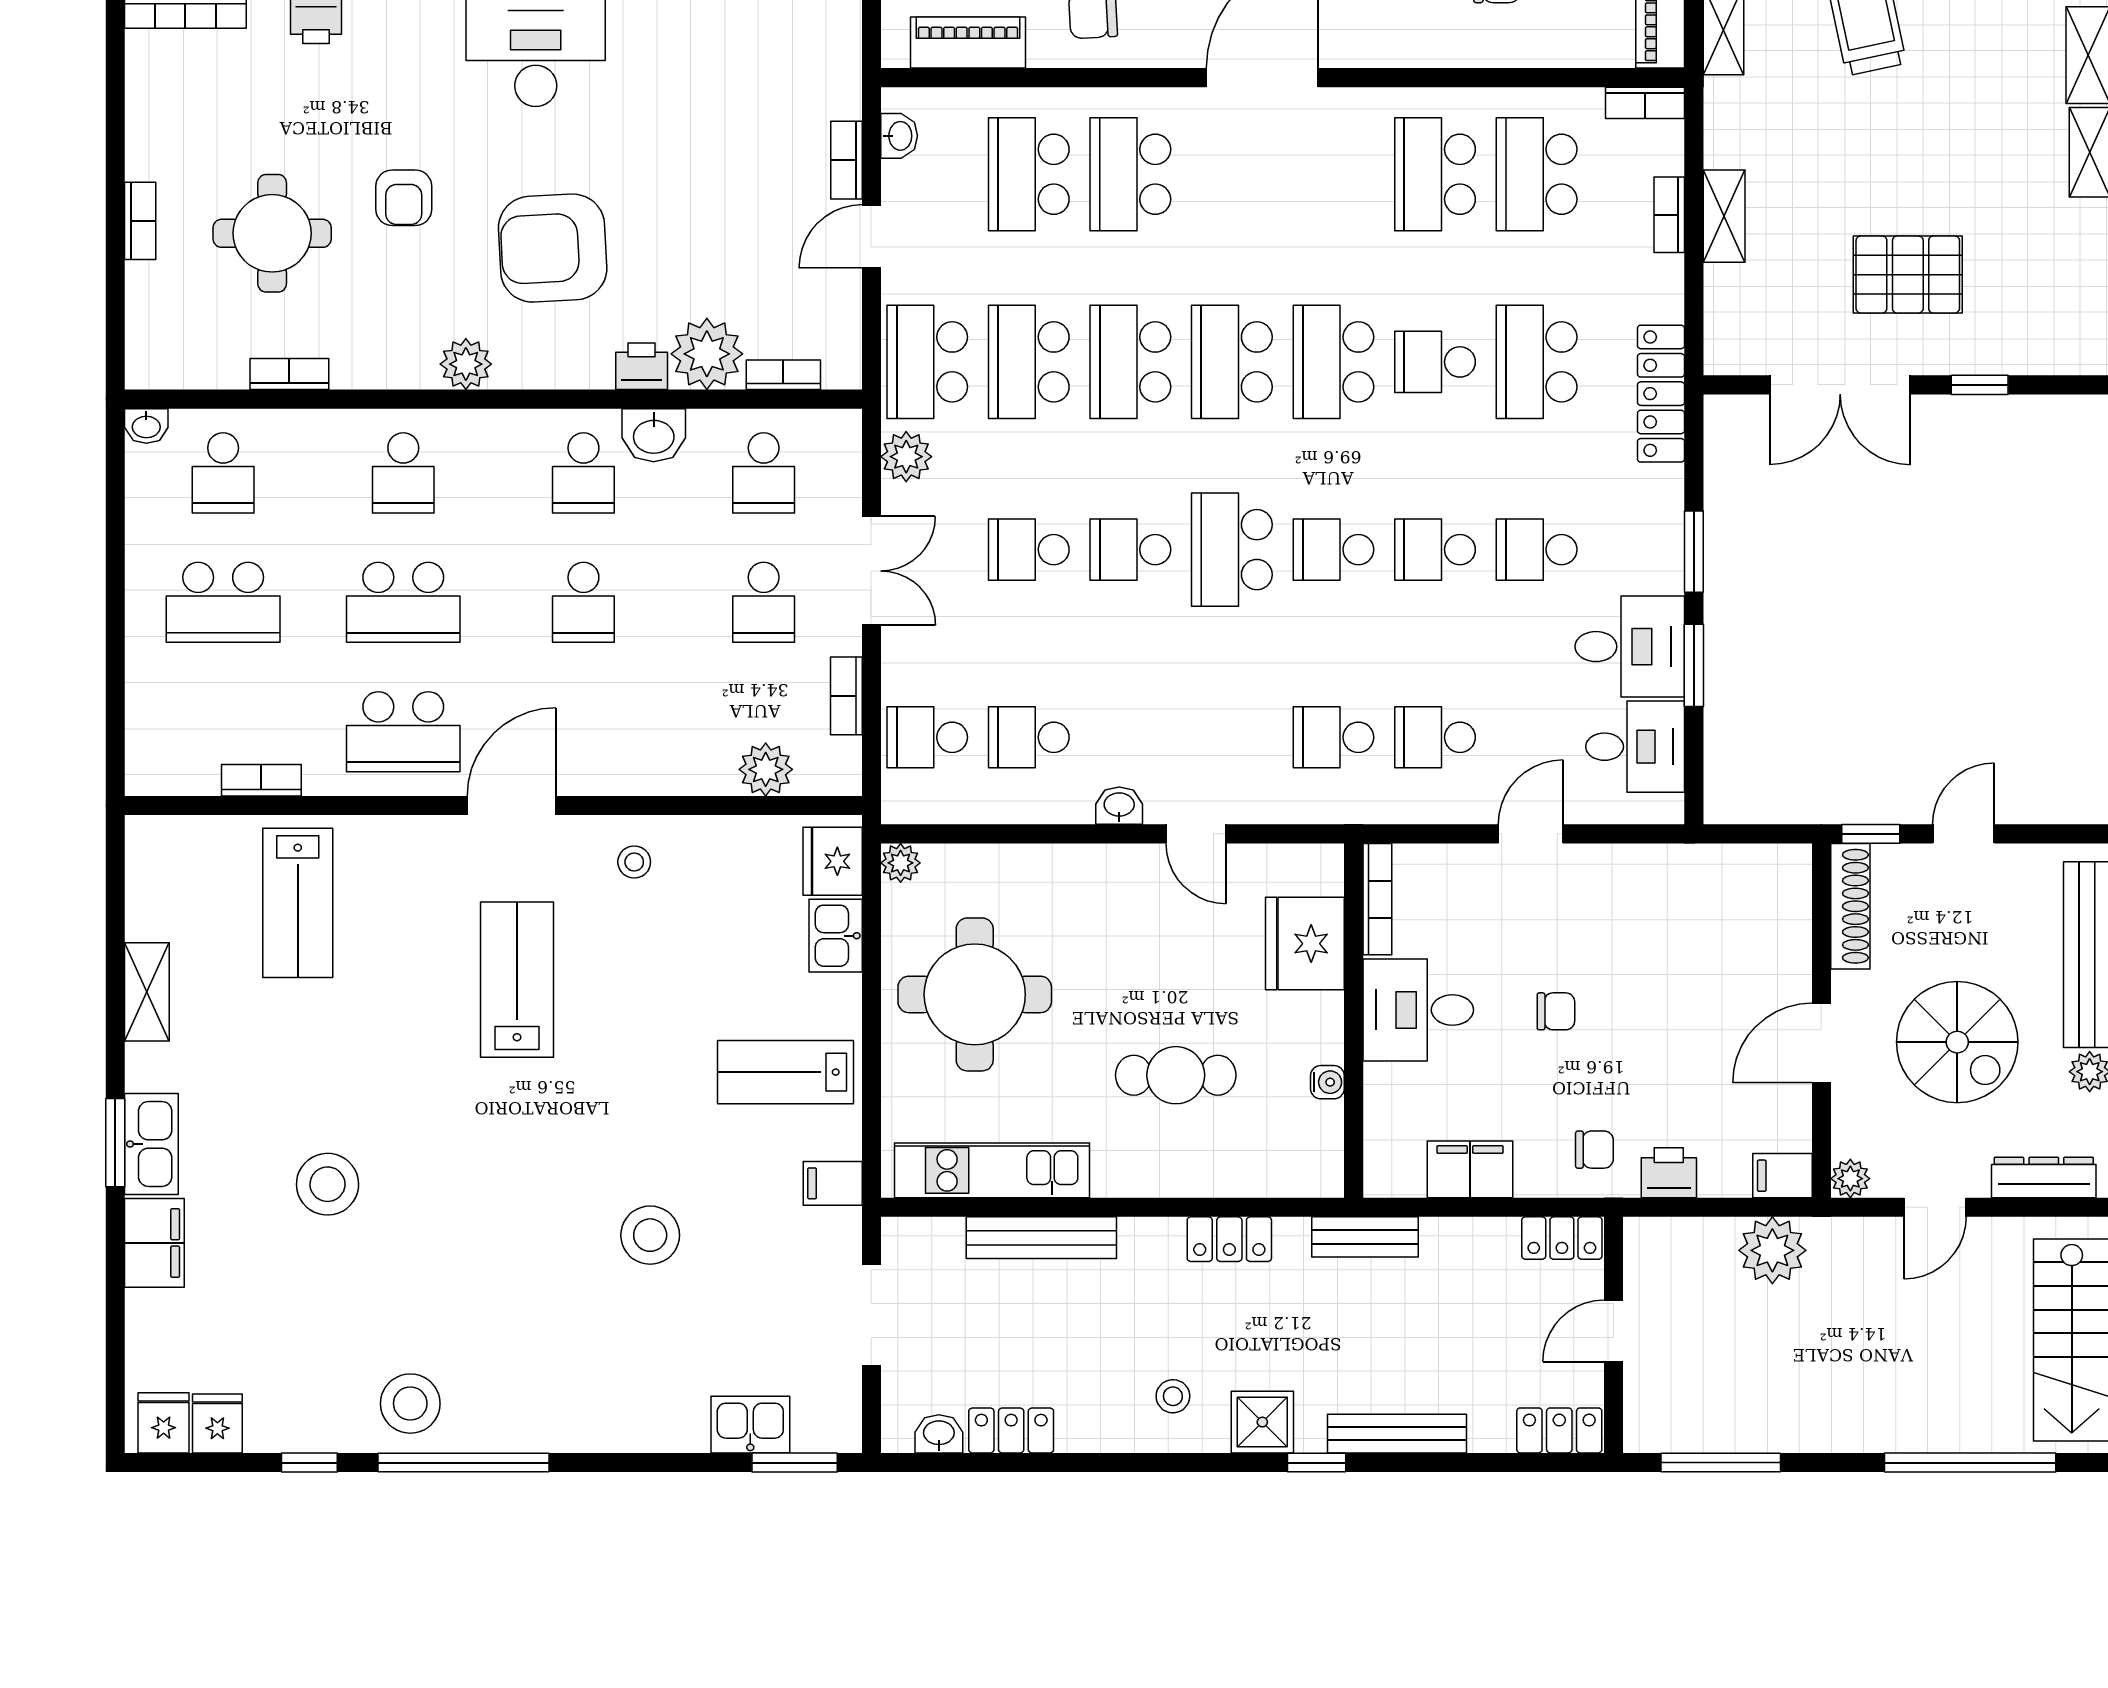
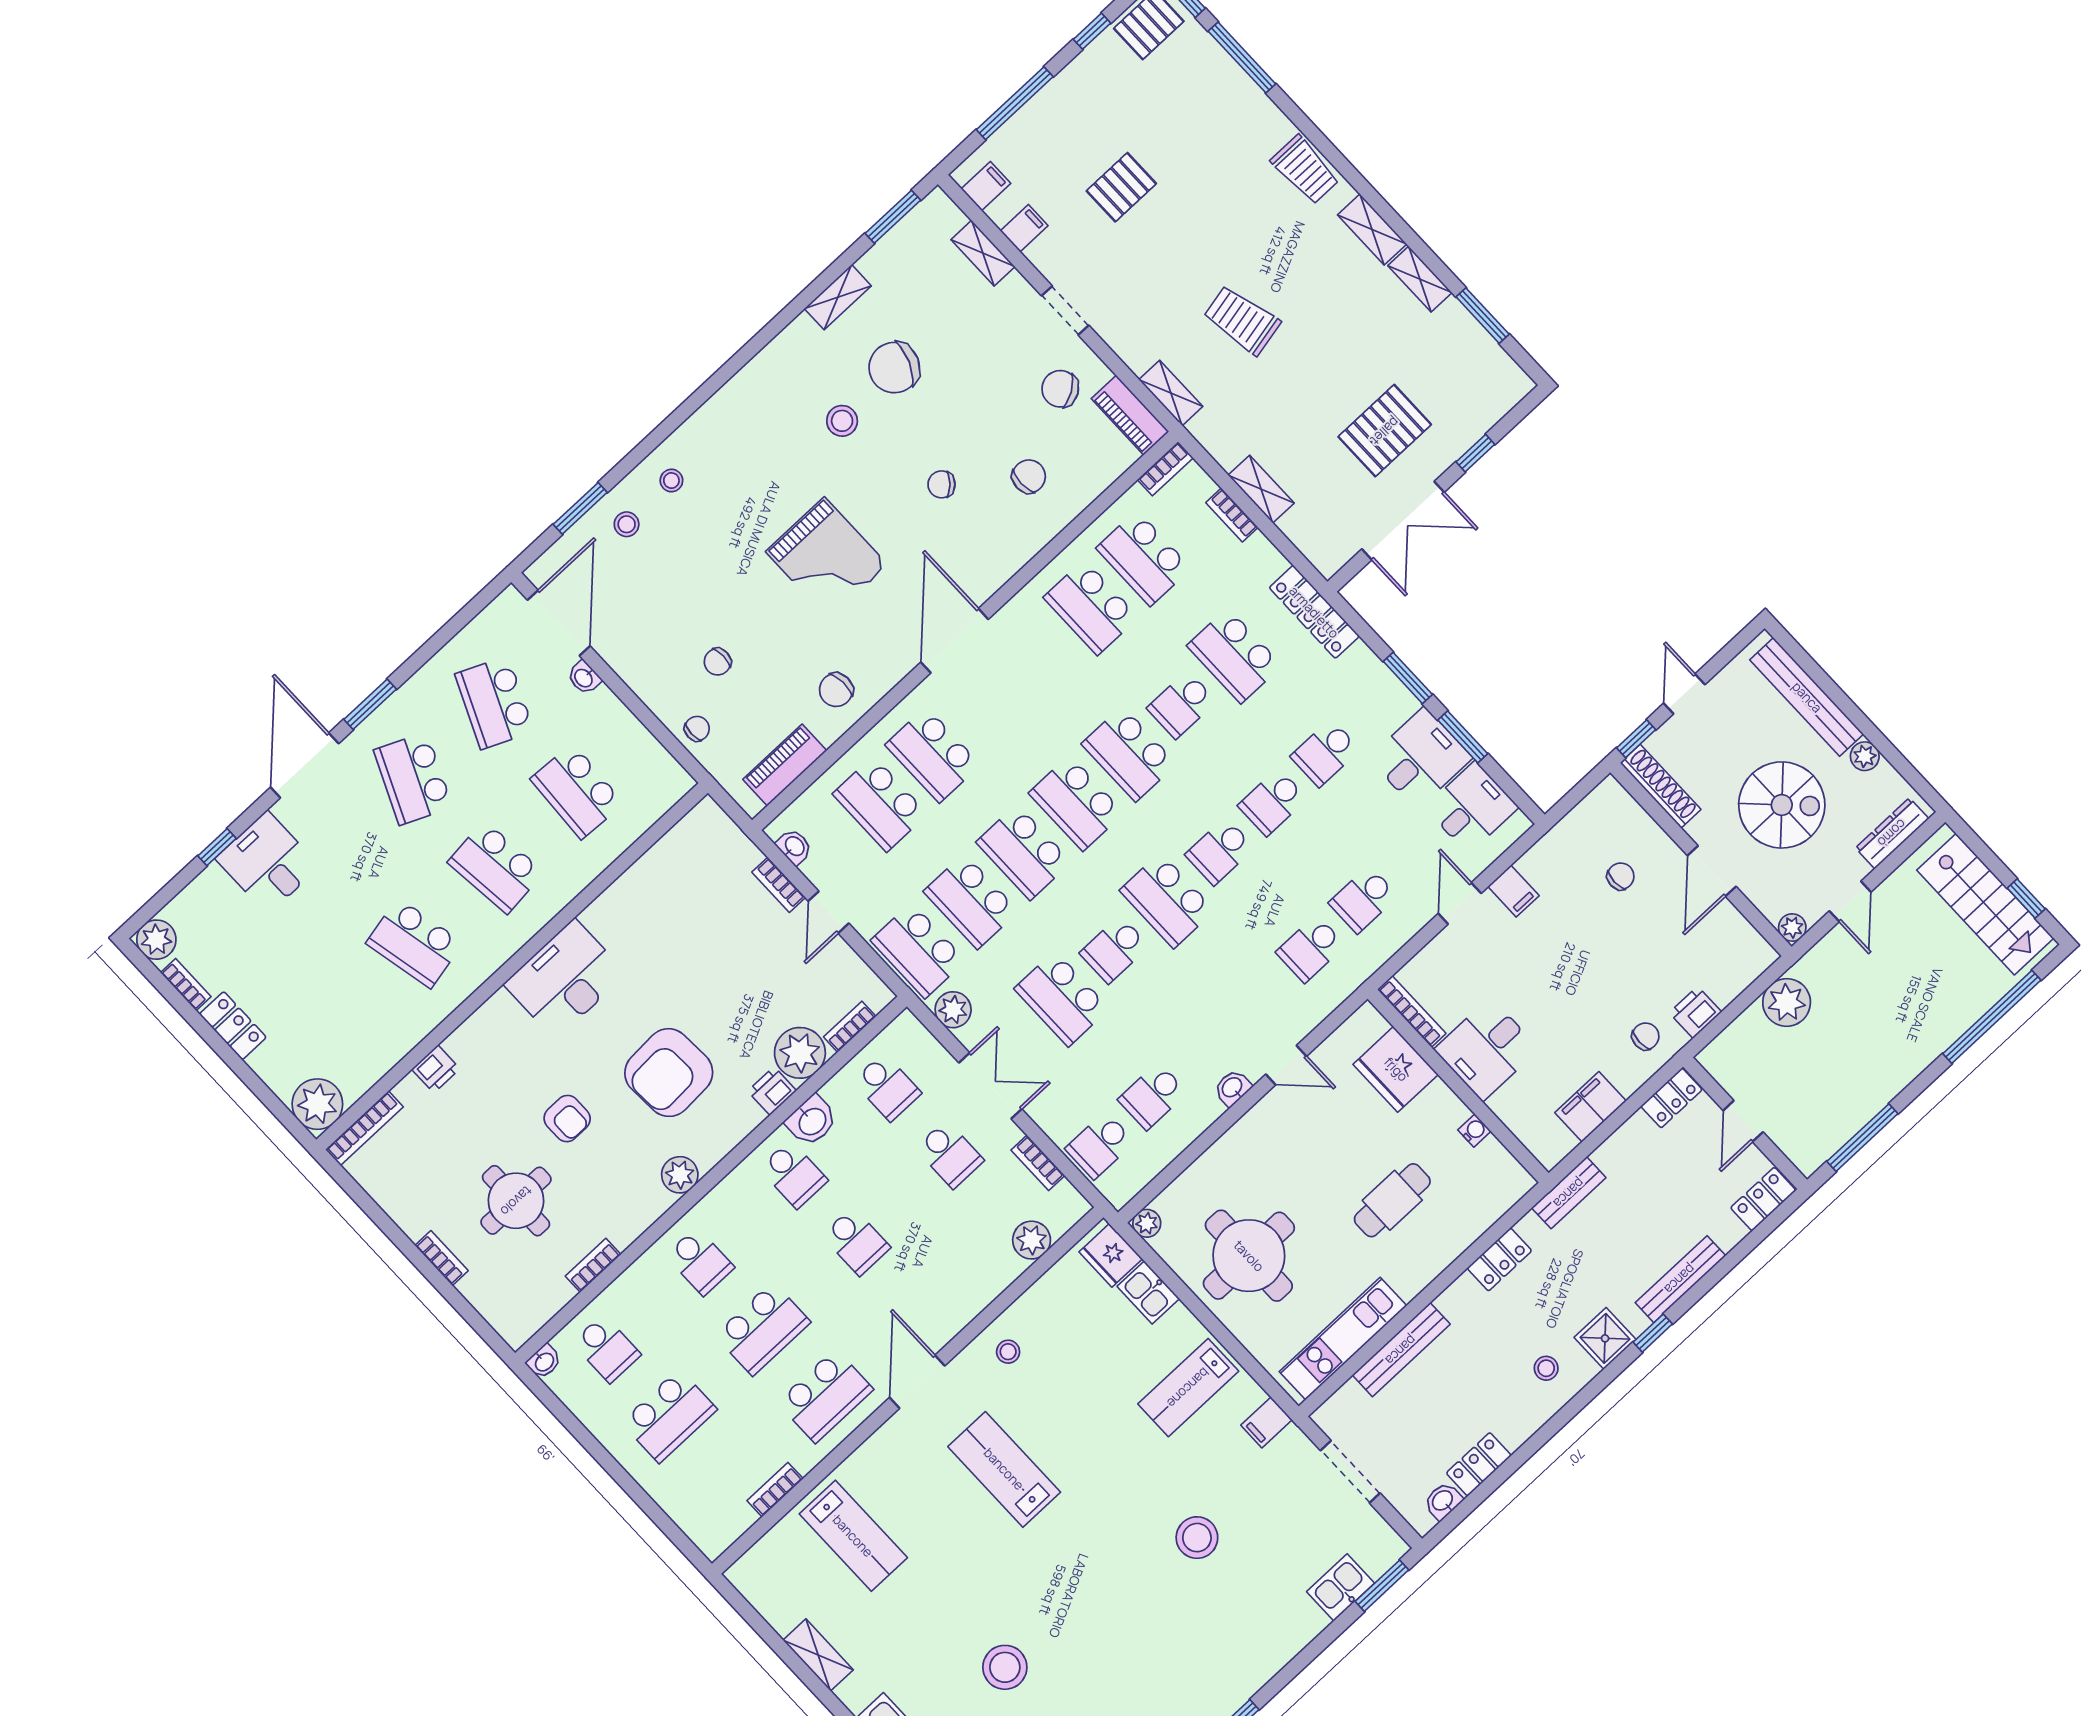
school desk: (1029, 550) -> (1062, 999), width x1.85
chair: (1556, 1011) -> (1621, 876), moved
filing cabinet: (1782, 1176) -> (1513, 891), moved, turned -90

